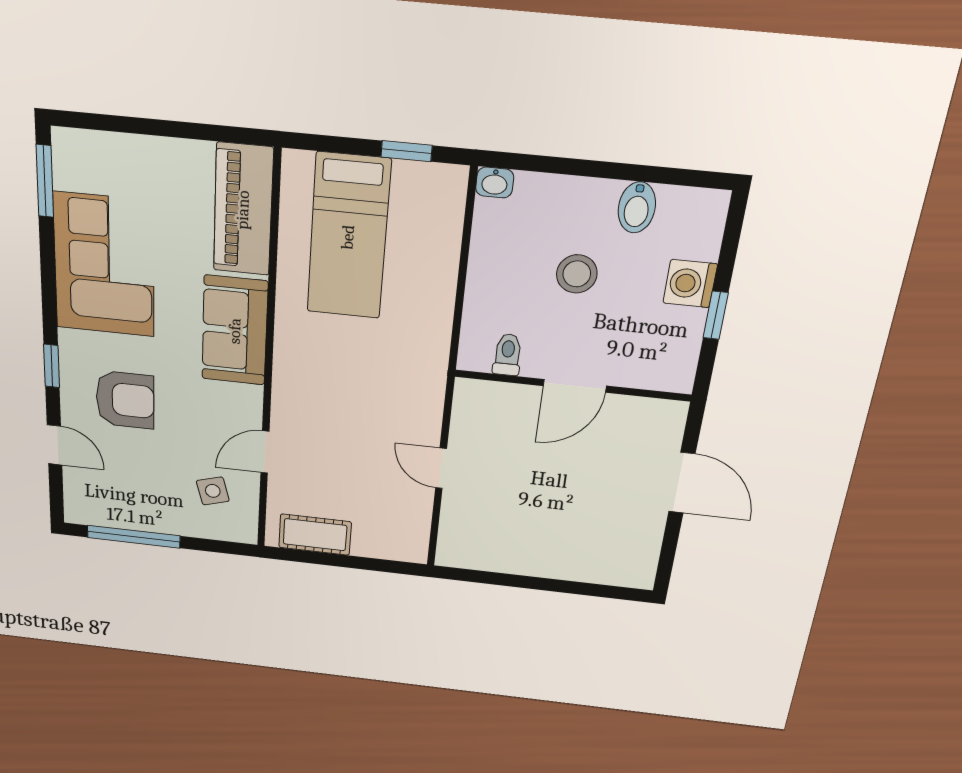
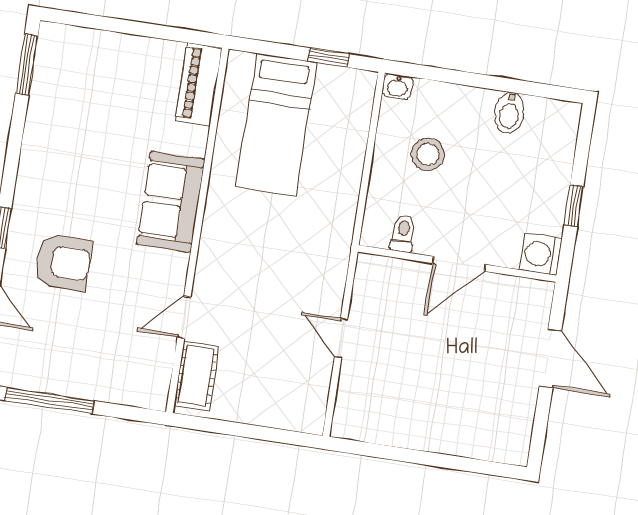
piano: (243, 210) -> (199, 84), width x0.73, depth x0.75
corner sofa: (104, 265) -> (65, 138), removed
stool: (577, 274) -> (428, 154), moved
washing machine: (690, 284) -> (541, 254), moved
side table: (213, 491) -> (131, 355), removed
cot: (315, 535) -> (196, 376), moved, turned 90

